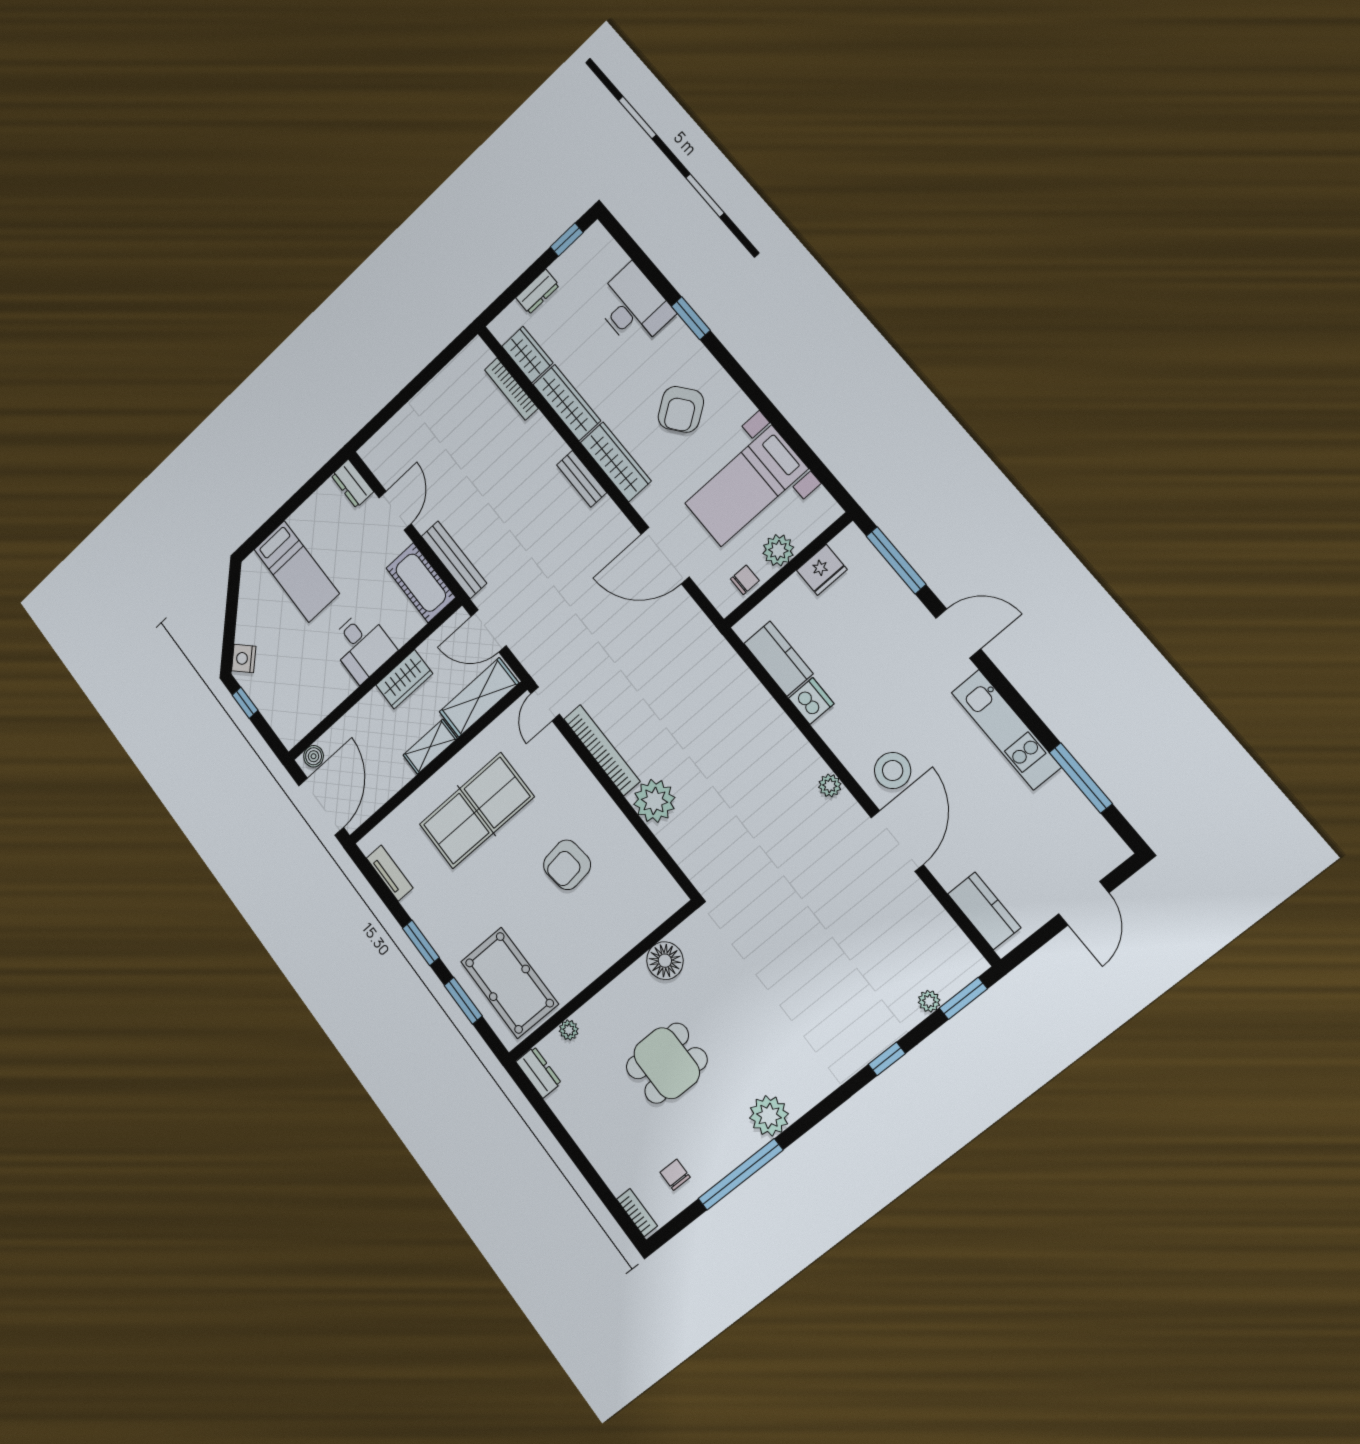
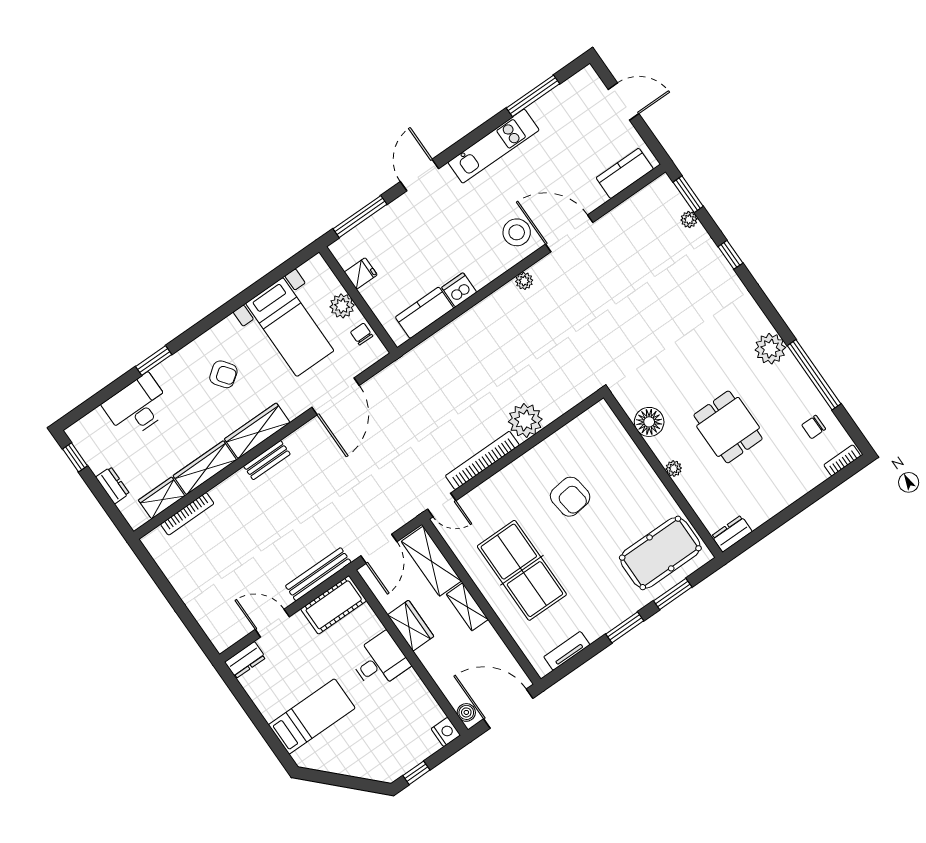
armchair: (681, 409) -> (223, 374), width x0.72, depth x0.72
fridge: (822, 570) -> (361, 273), width x0.72
nightstand: (244, 659) -> (446, 732), moved, turned -135
plant: (569, 1030) -> (674, 469), moved

